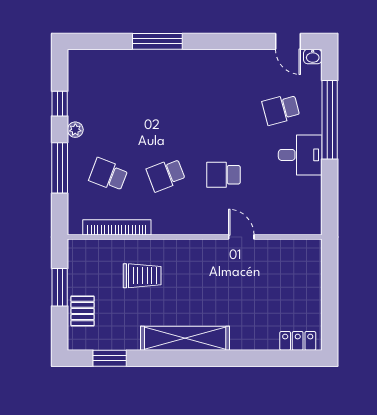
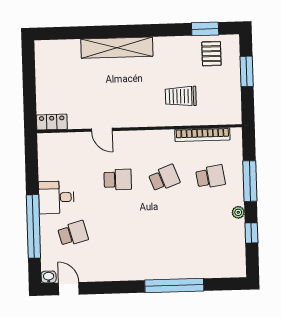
window: (157, 41) -> (174, 286), width x1.46
school desk: (108, 175) -> (210, 177), turned -30
window: (60, 287) -> (247, 71), moved
pallet: (83, 311) -> (211, 54), moved
shelving: (185, 338) -> (117, 48), moved
locker: (298, 341) -> (52, 122), moved, turned 180

